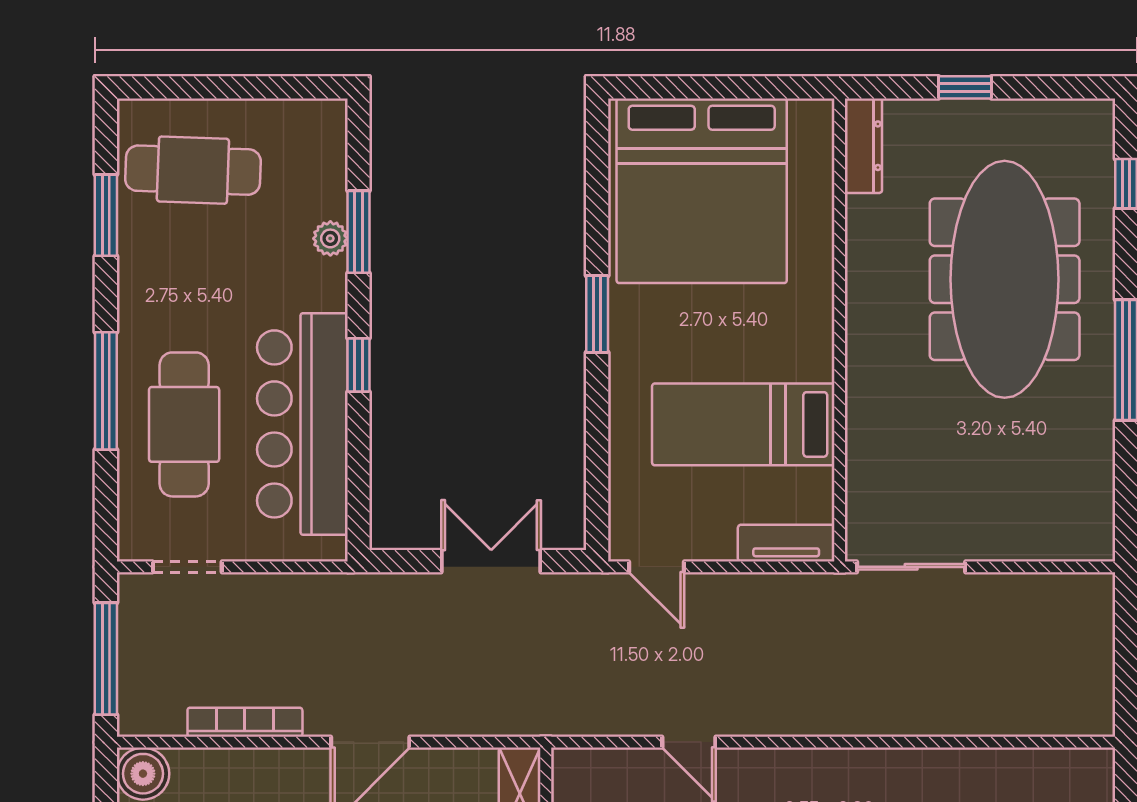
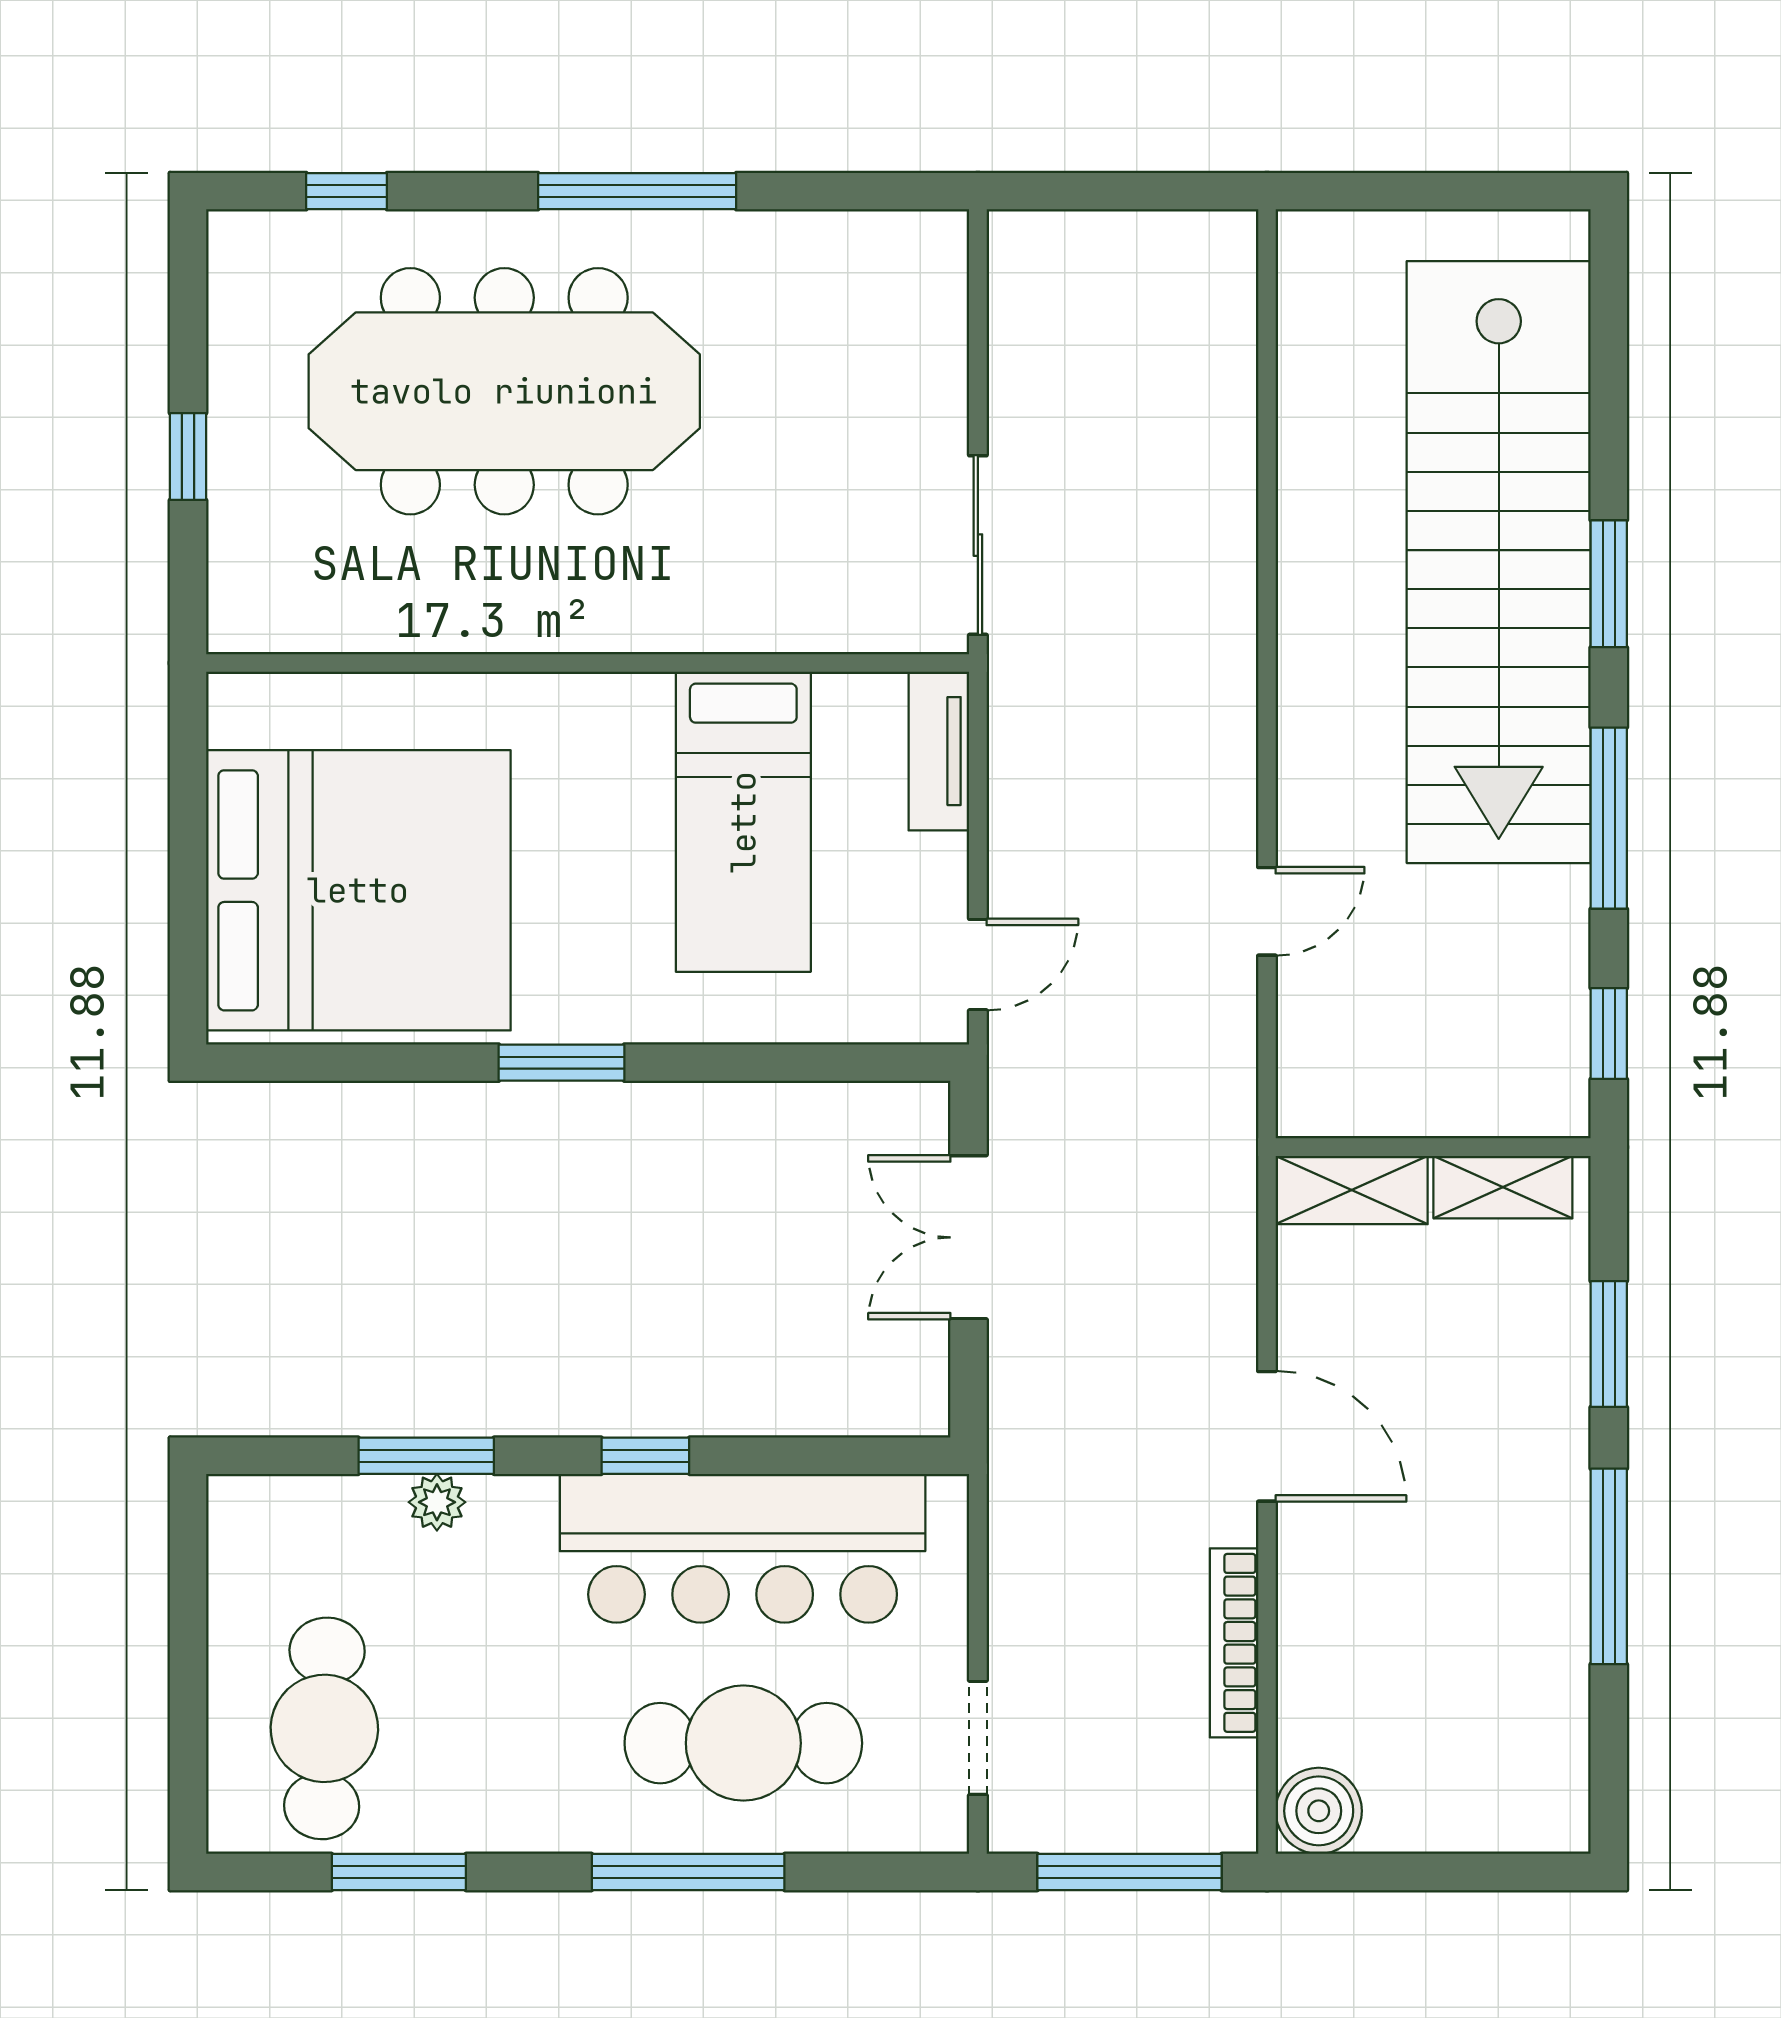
dresser: (863, 146) -> (284, 624), removed

